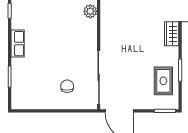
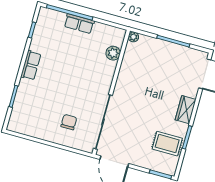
wardrobe: (172, 34) -> (186, 110), moved
rug: (163, 81) -> (167, 144), turned 90

